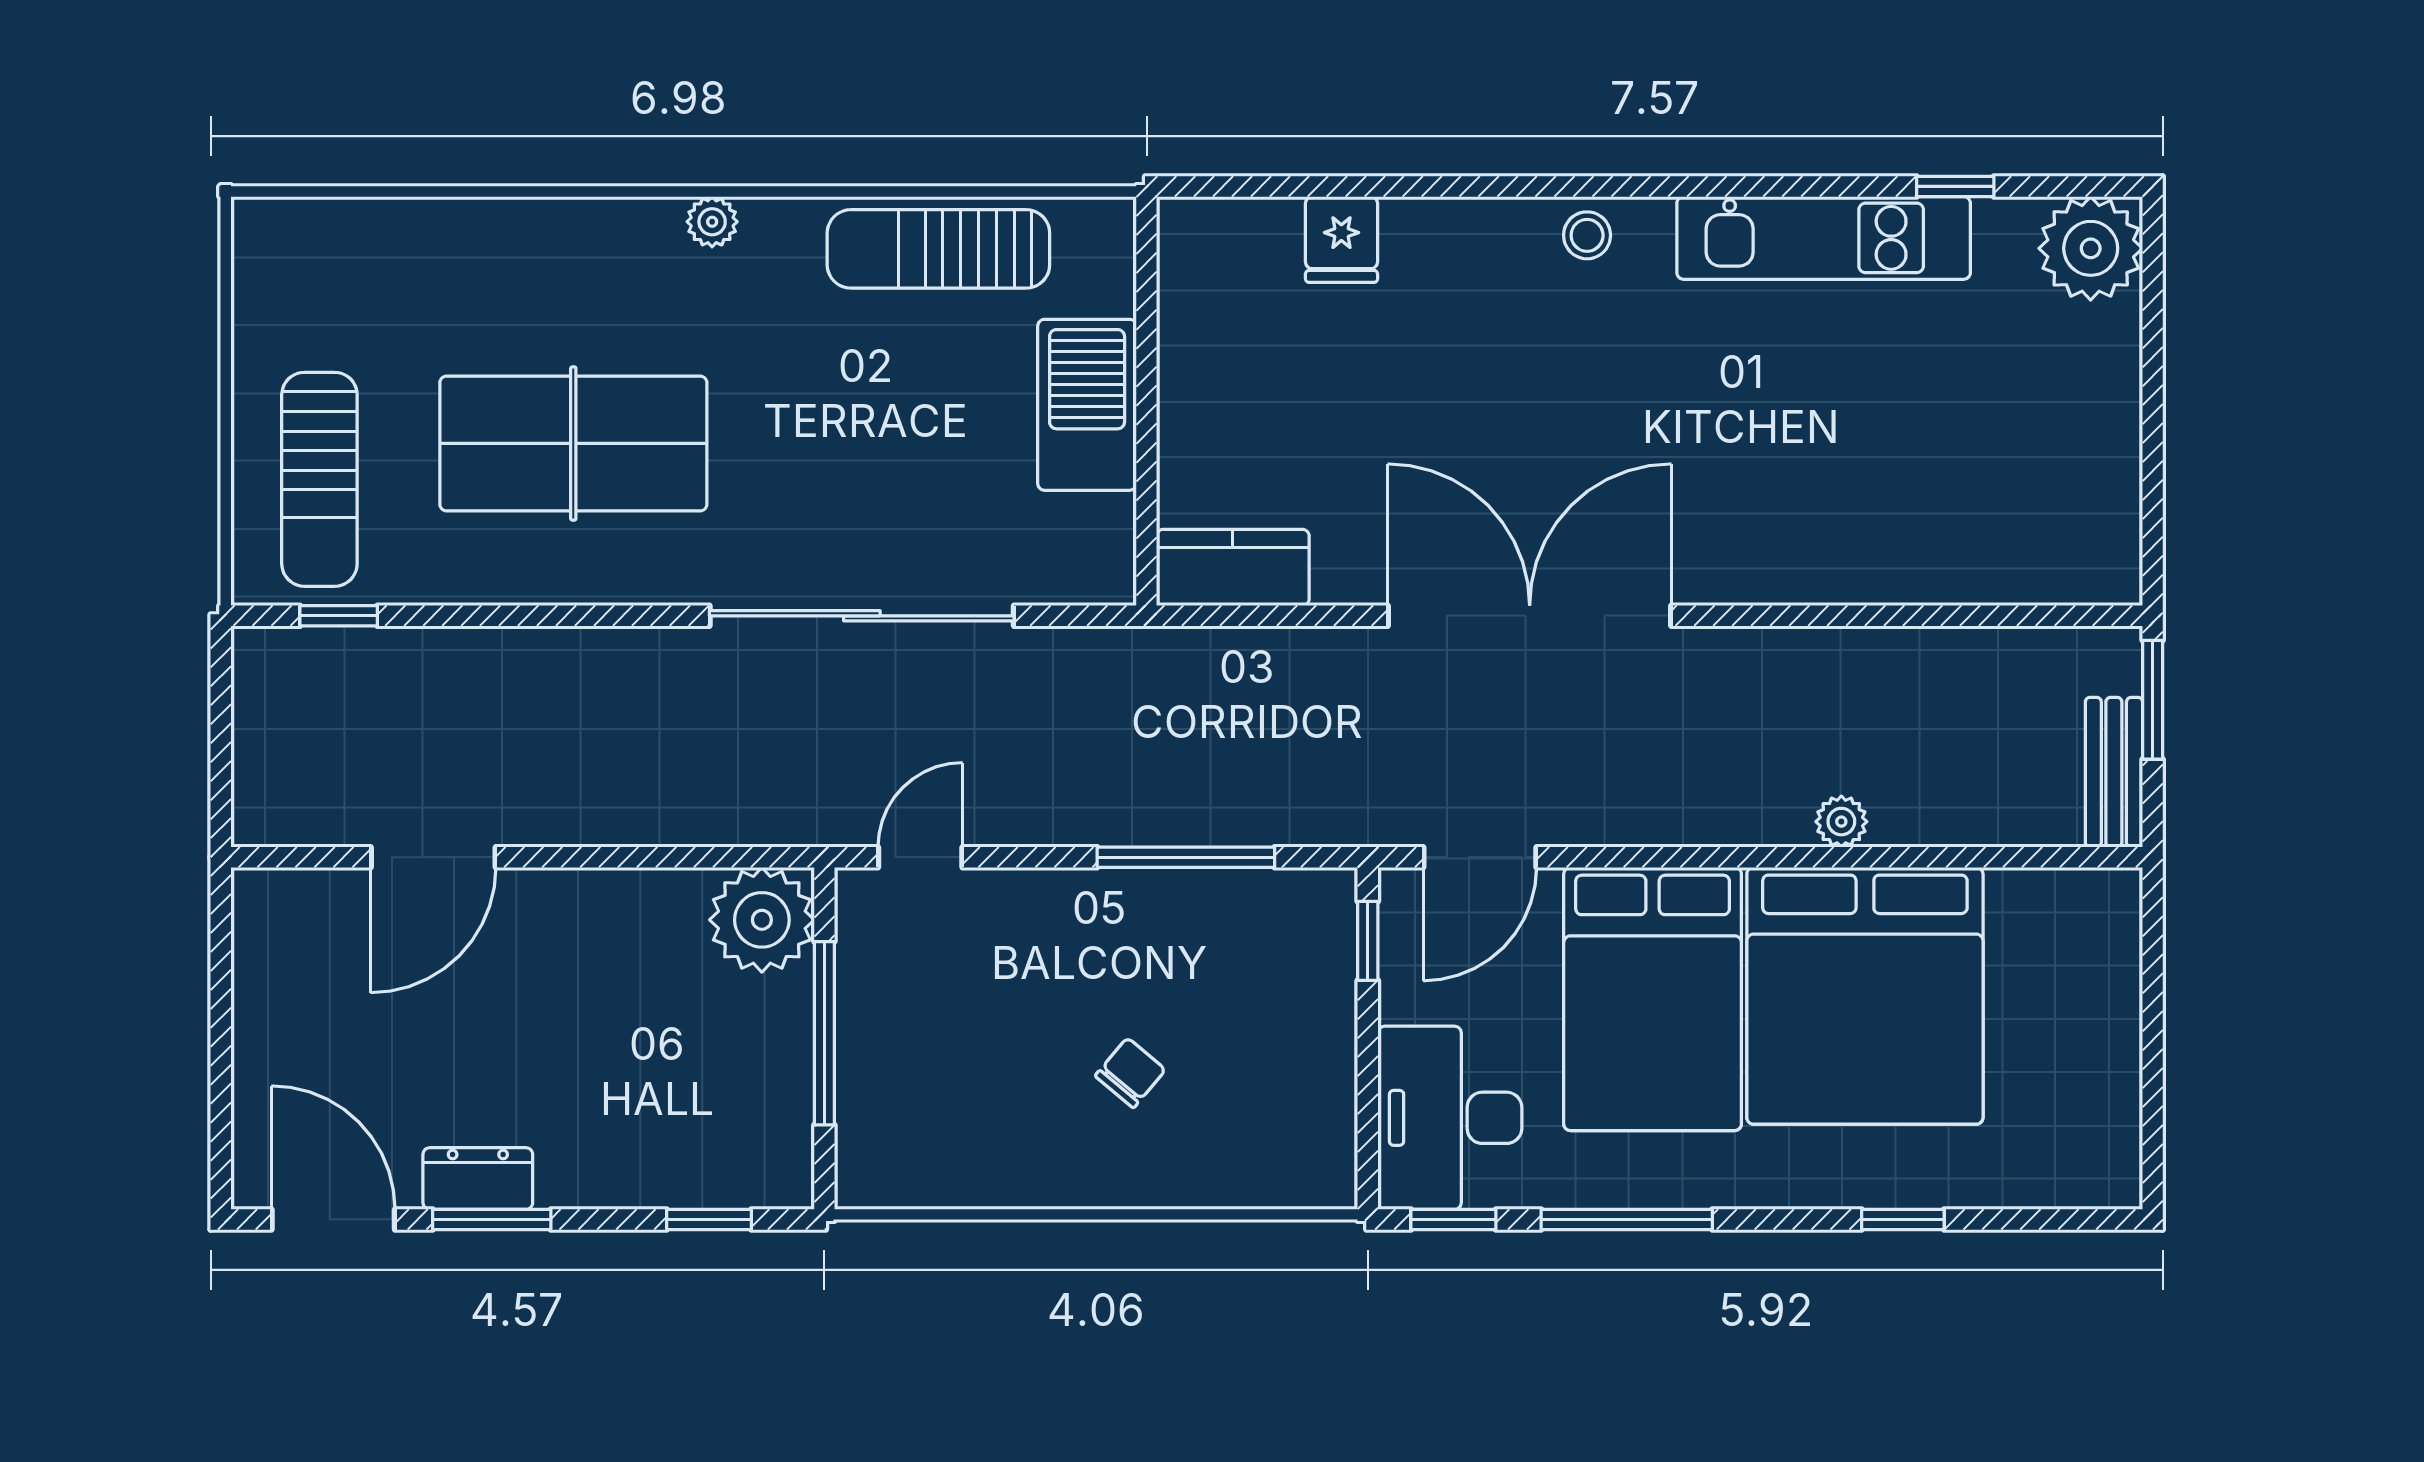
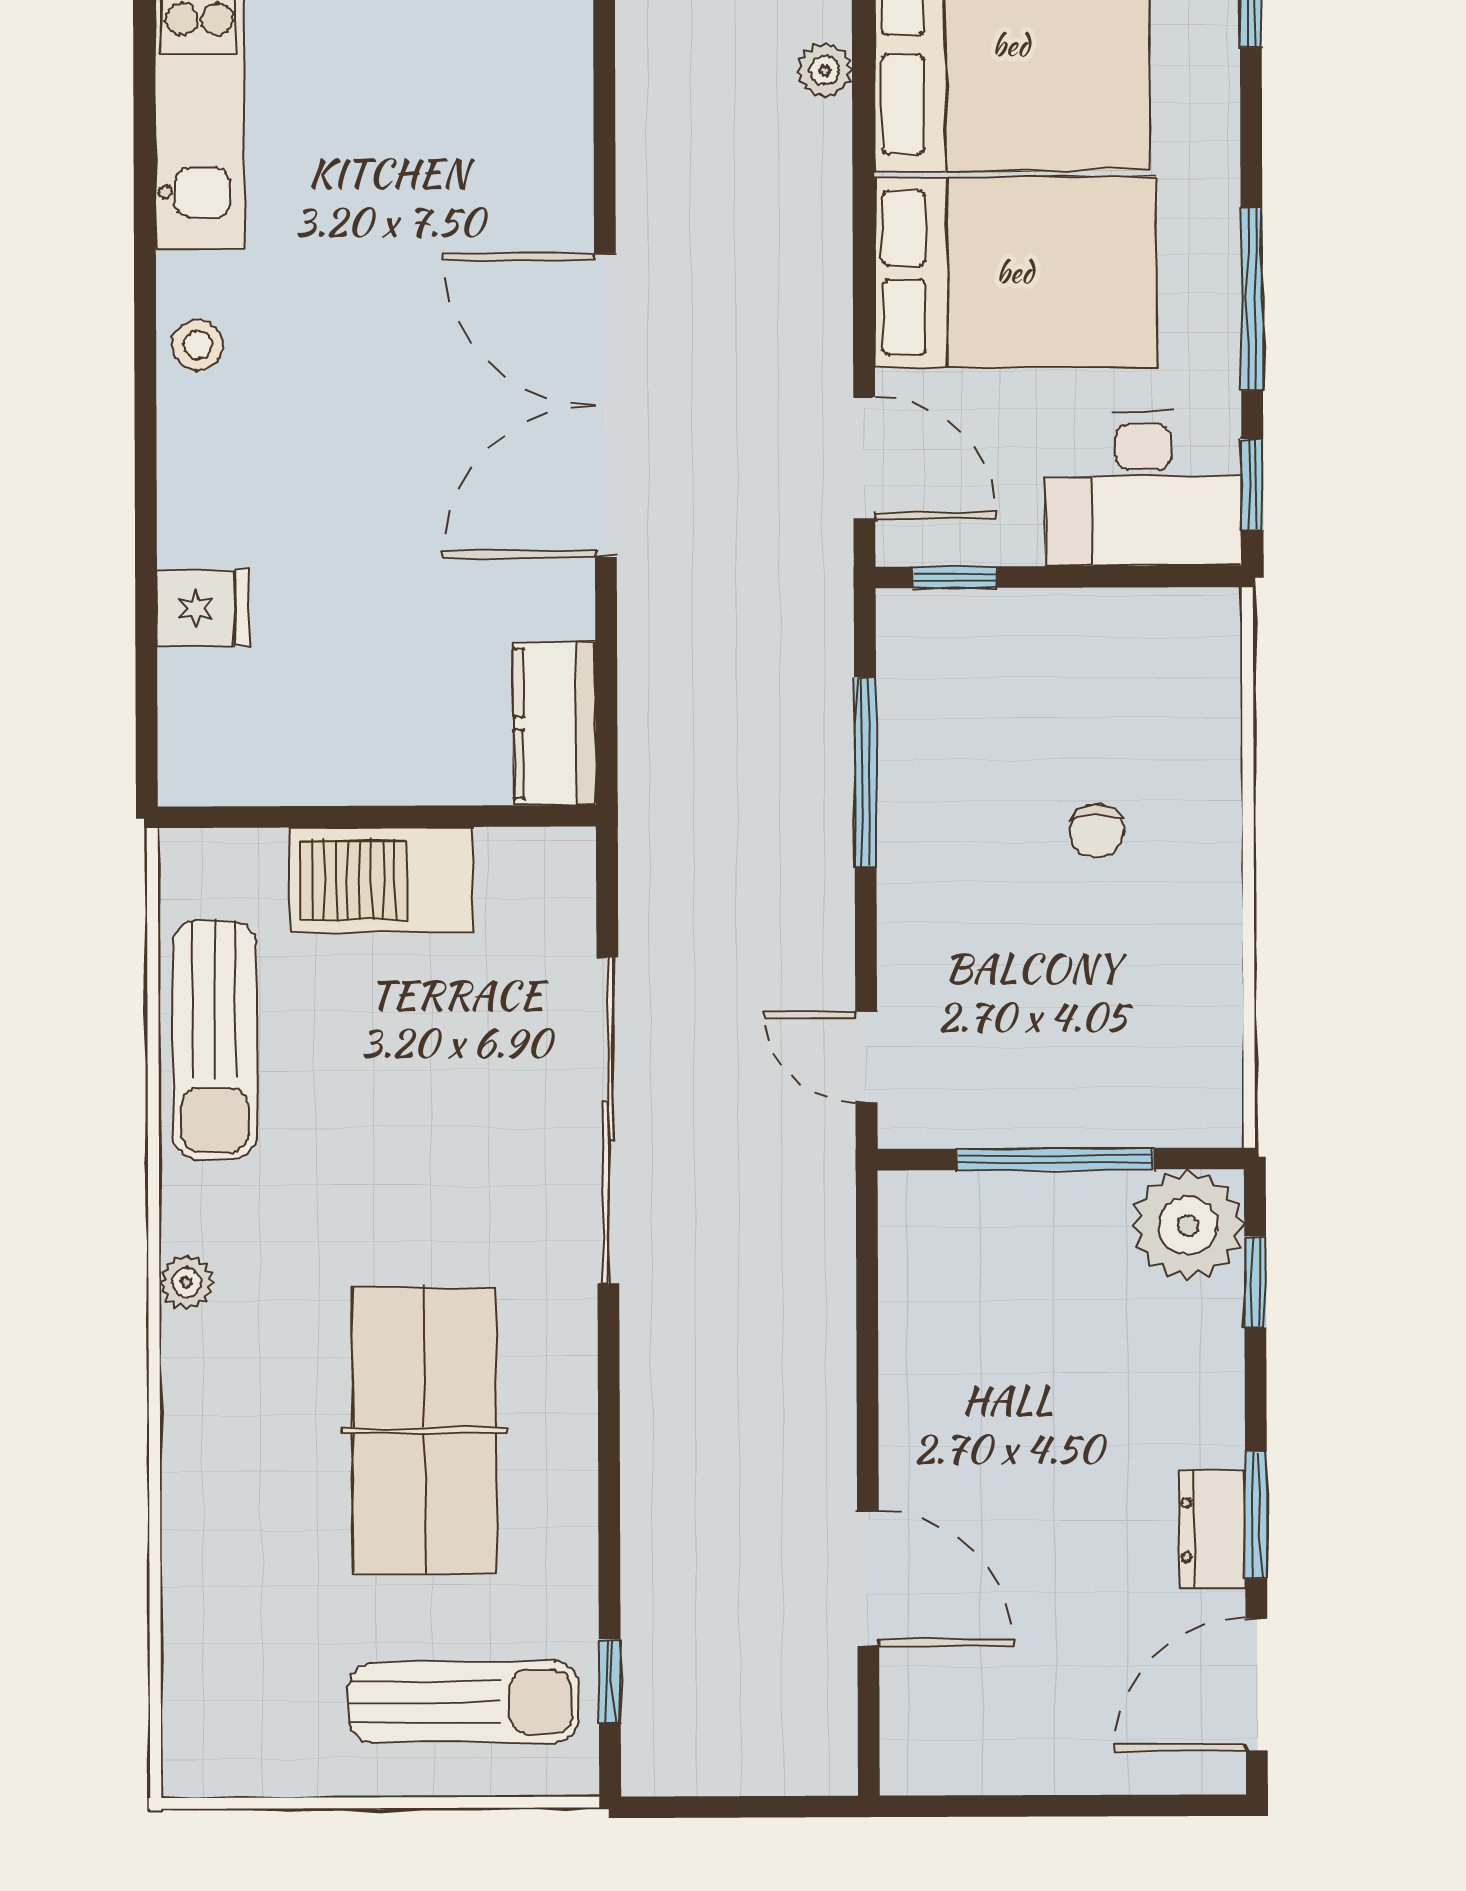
plant: (762, 920) -> (1188, 1226), moved
chair: (1130, 1073) -> (1096, 831), turned -130

